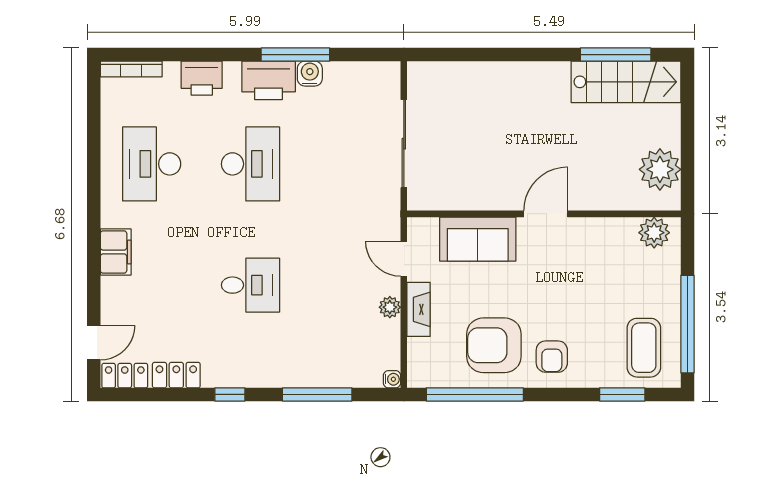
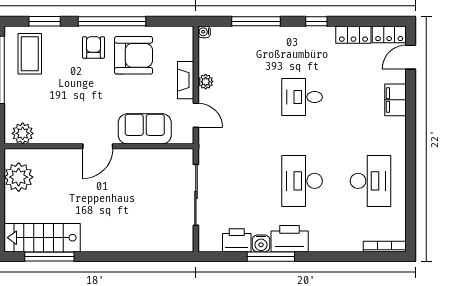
printer: (202, 78) -> (237, 240), moved
filing cabinet: (116, 252) -> (395, 100), moved
window: (475, 394) -> (112, 21), moved

